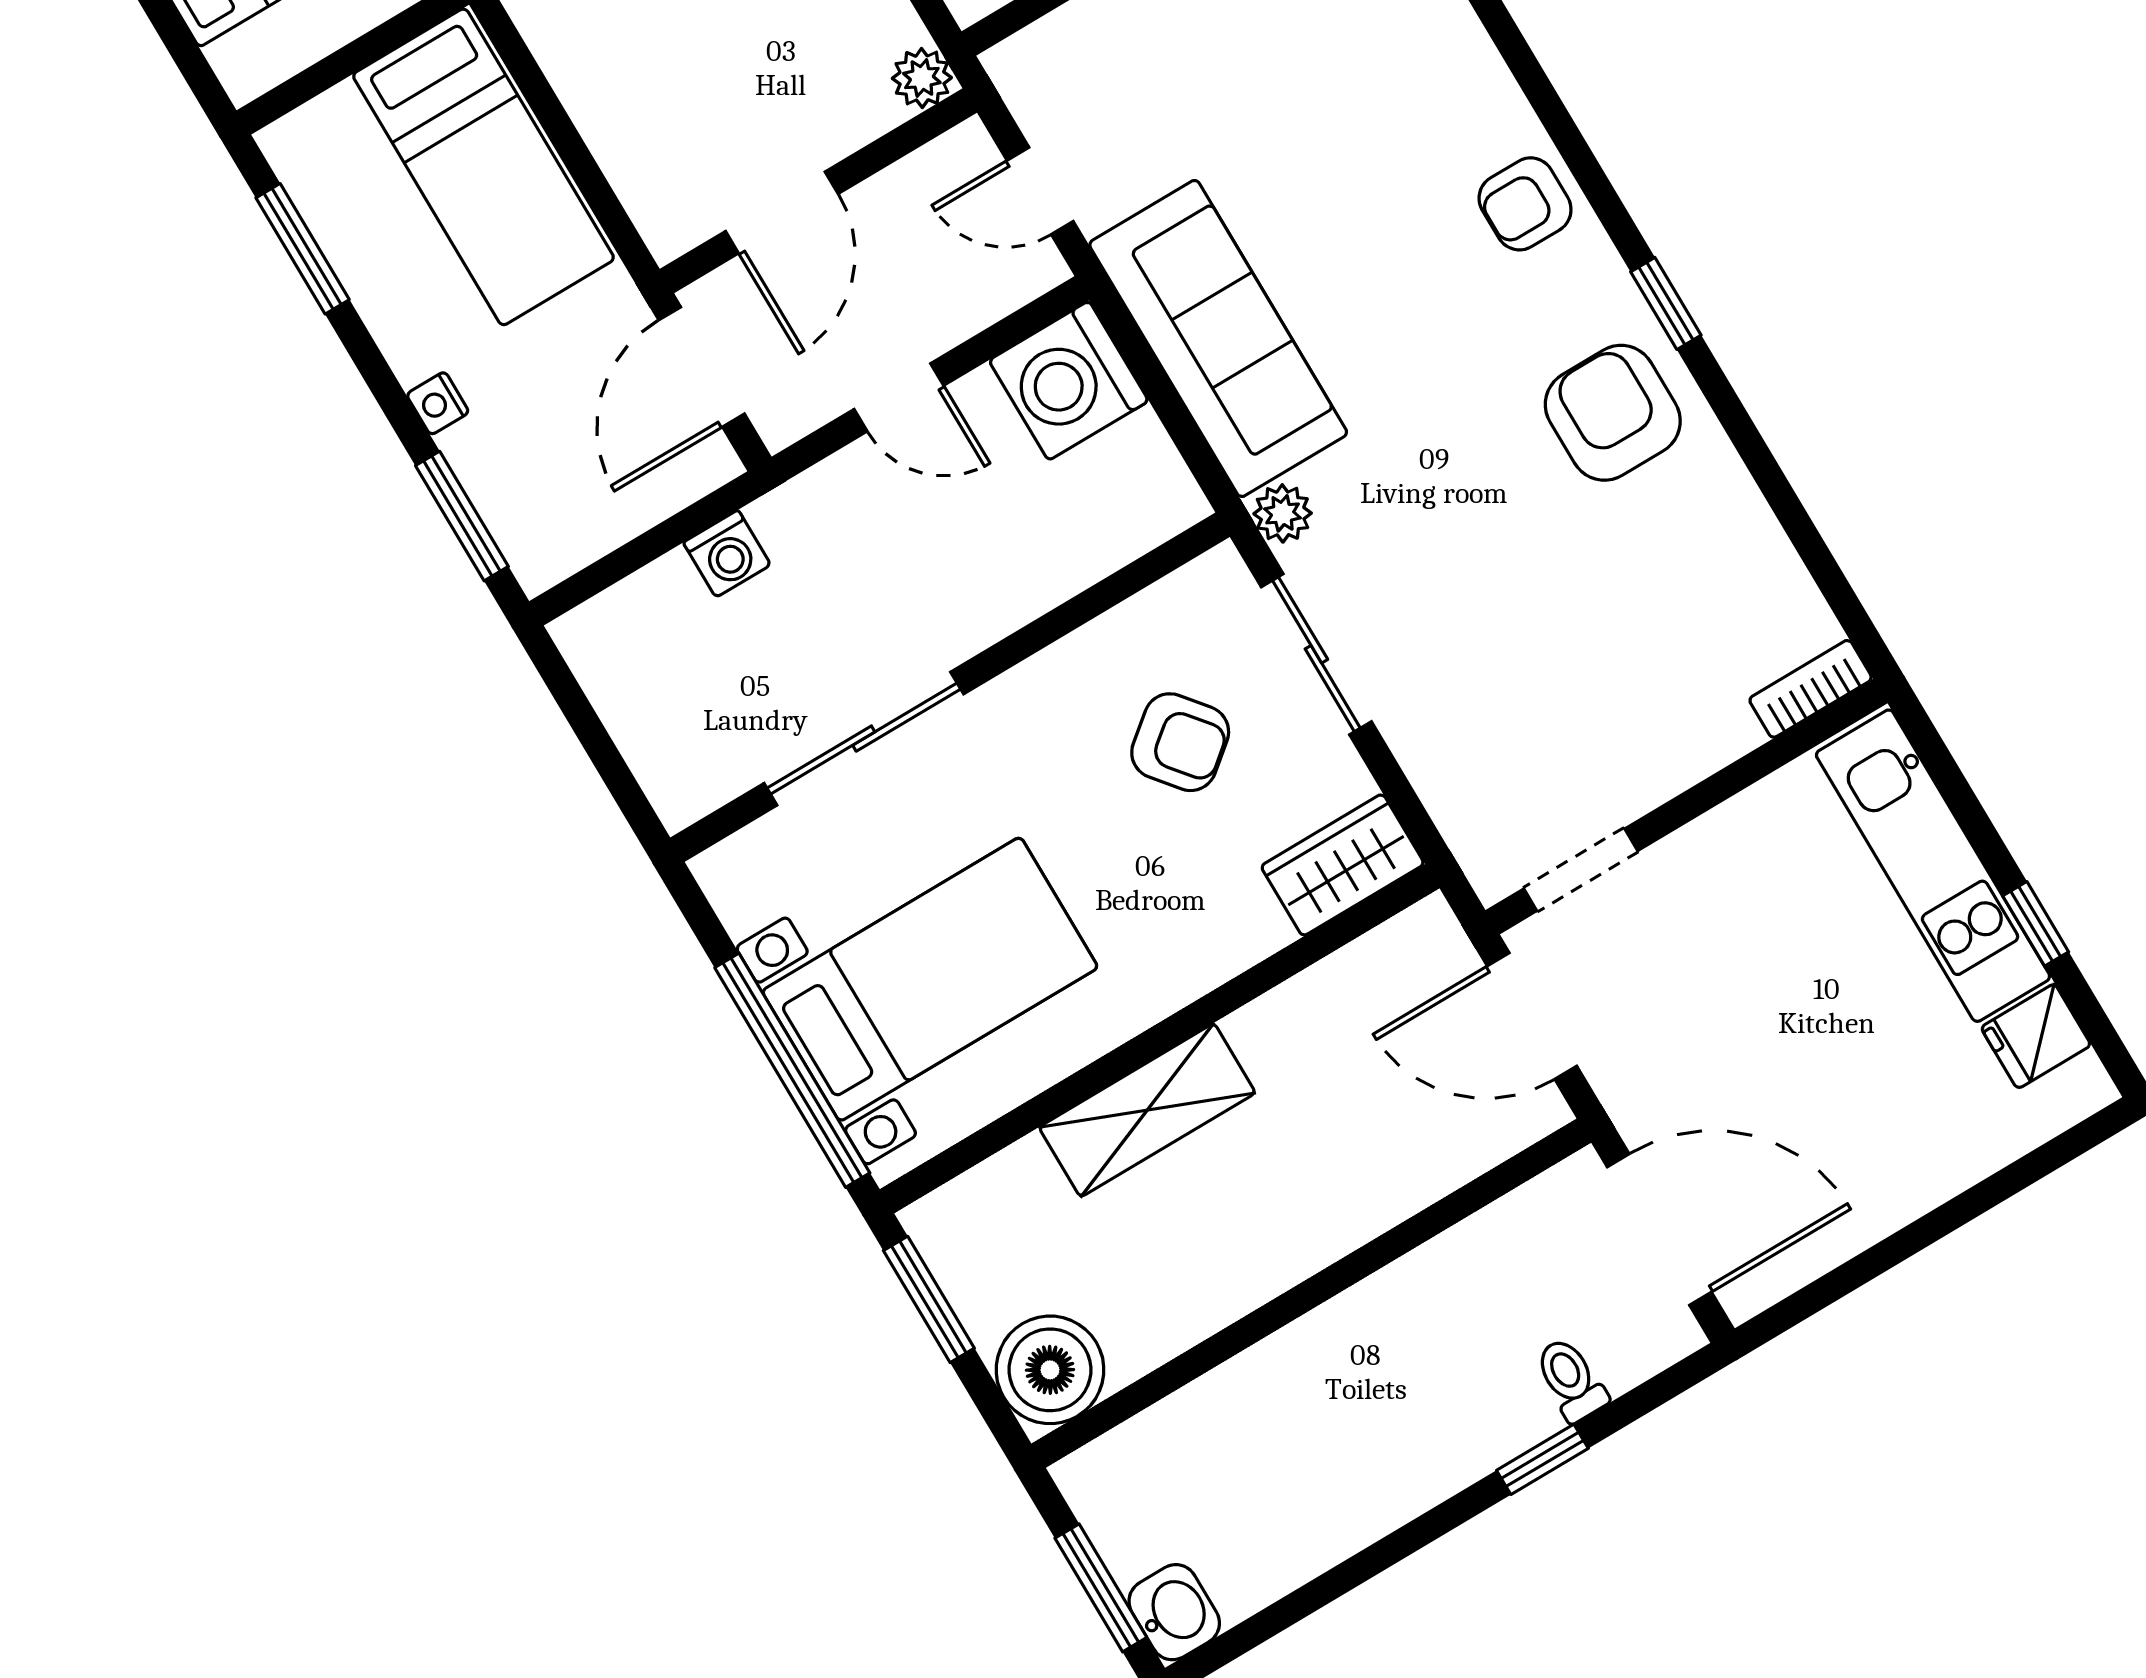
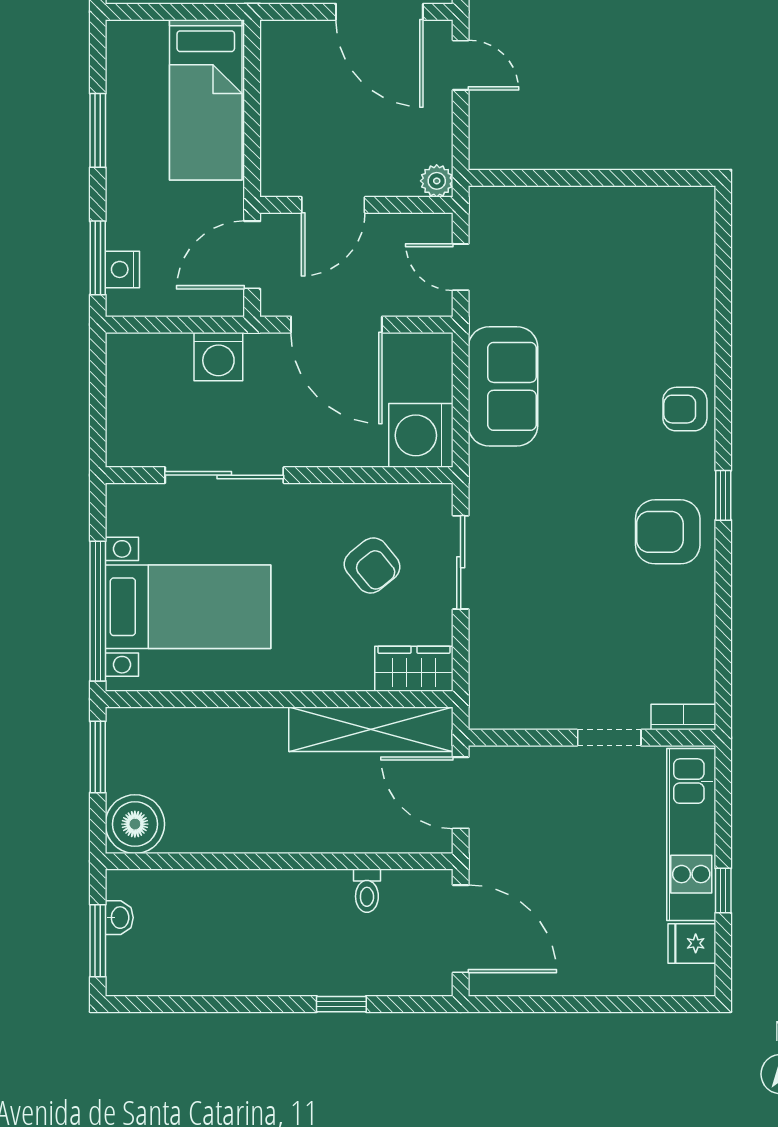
window: (303, 249) -> (98, 130), moved
sofa: (1218, 338) -> (503, 386), width x0.73
washing machine: (1069, 381) -> (421, 435), moved
door: (899, 397) -> (336, 325), width x1.88
nightstand: (438, 403) -> (122, 269), moved, width x1.39, depth x1.35
armchair: (1613, 413) -> (668, 532), turned -90
plant: (1283, 513) -> (484, 487), removed
washing machine: (727, 554) -> (218, 357), width x1.38, depth x1.38
doorway: (1581, 870) -> (609, 738), moved
shelving: (1147, 1110) -> (371, 729), moved, width x1.47
toilet: (1571, 1380) -> (367, 891), moved, turned 180
washbasin: (1174, 1612) -> (119, 918), moved, width x0.72, depth x0.69

